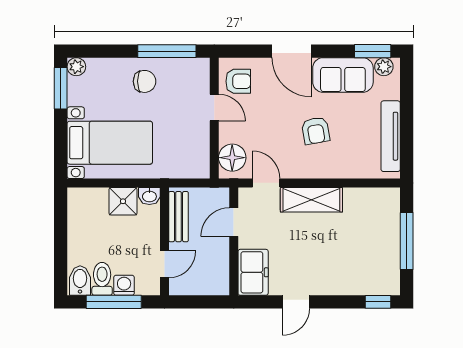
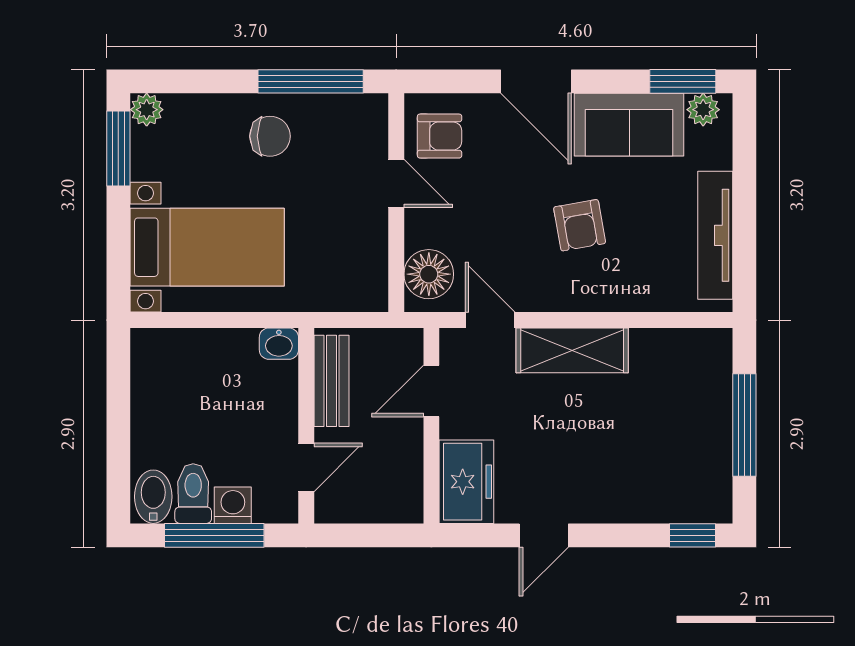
shower: (123, 201) -> (231, 353), removed

